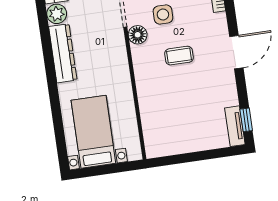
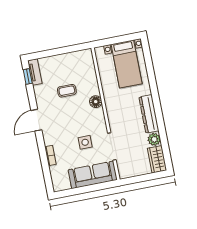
floor lamp: (138, 35) -> (96, 102), moved
coffee table: (179, 56) -> (67, 91), moved

